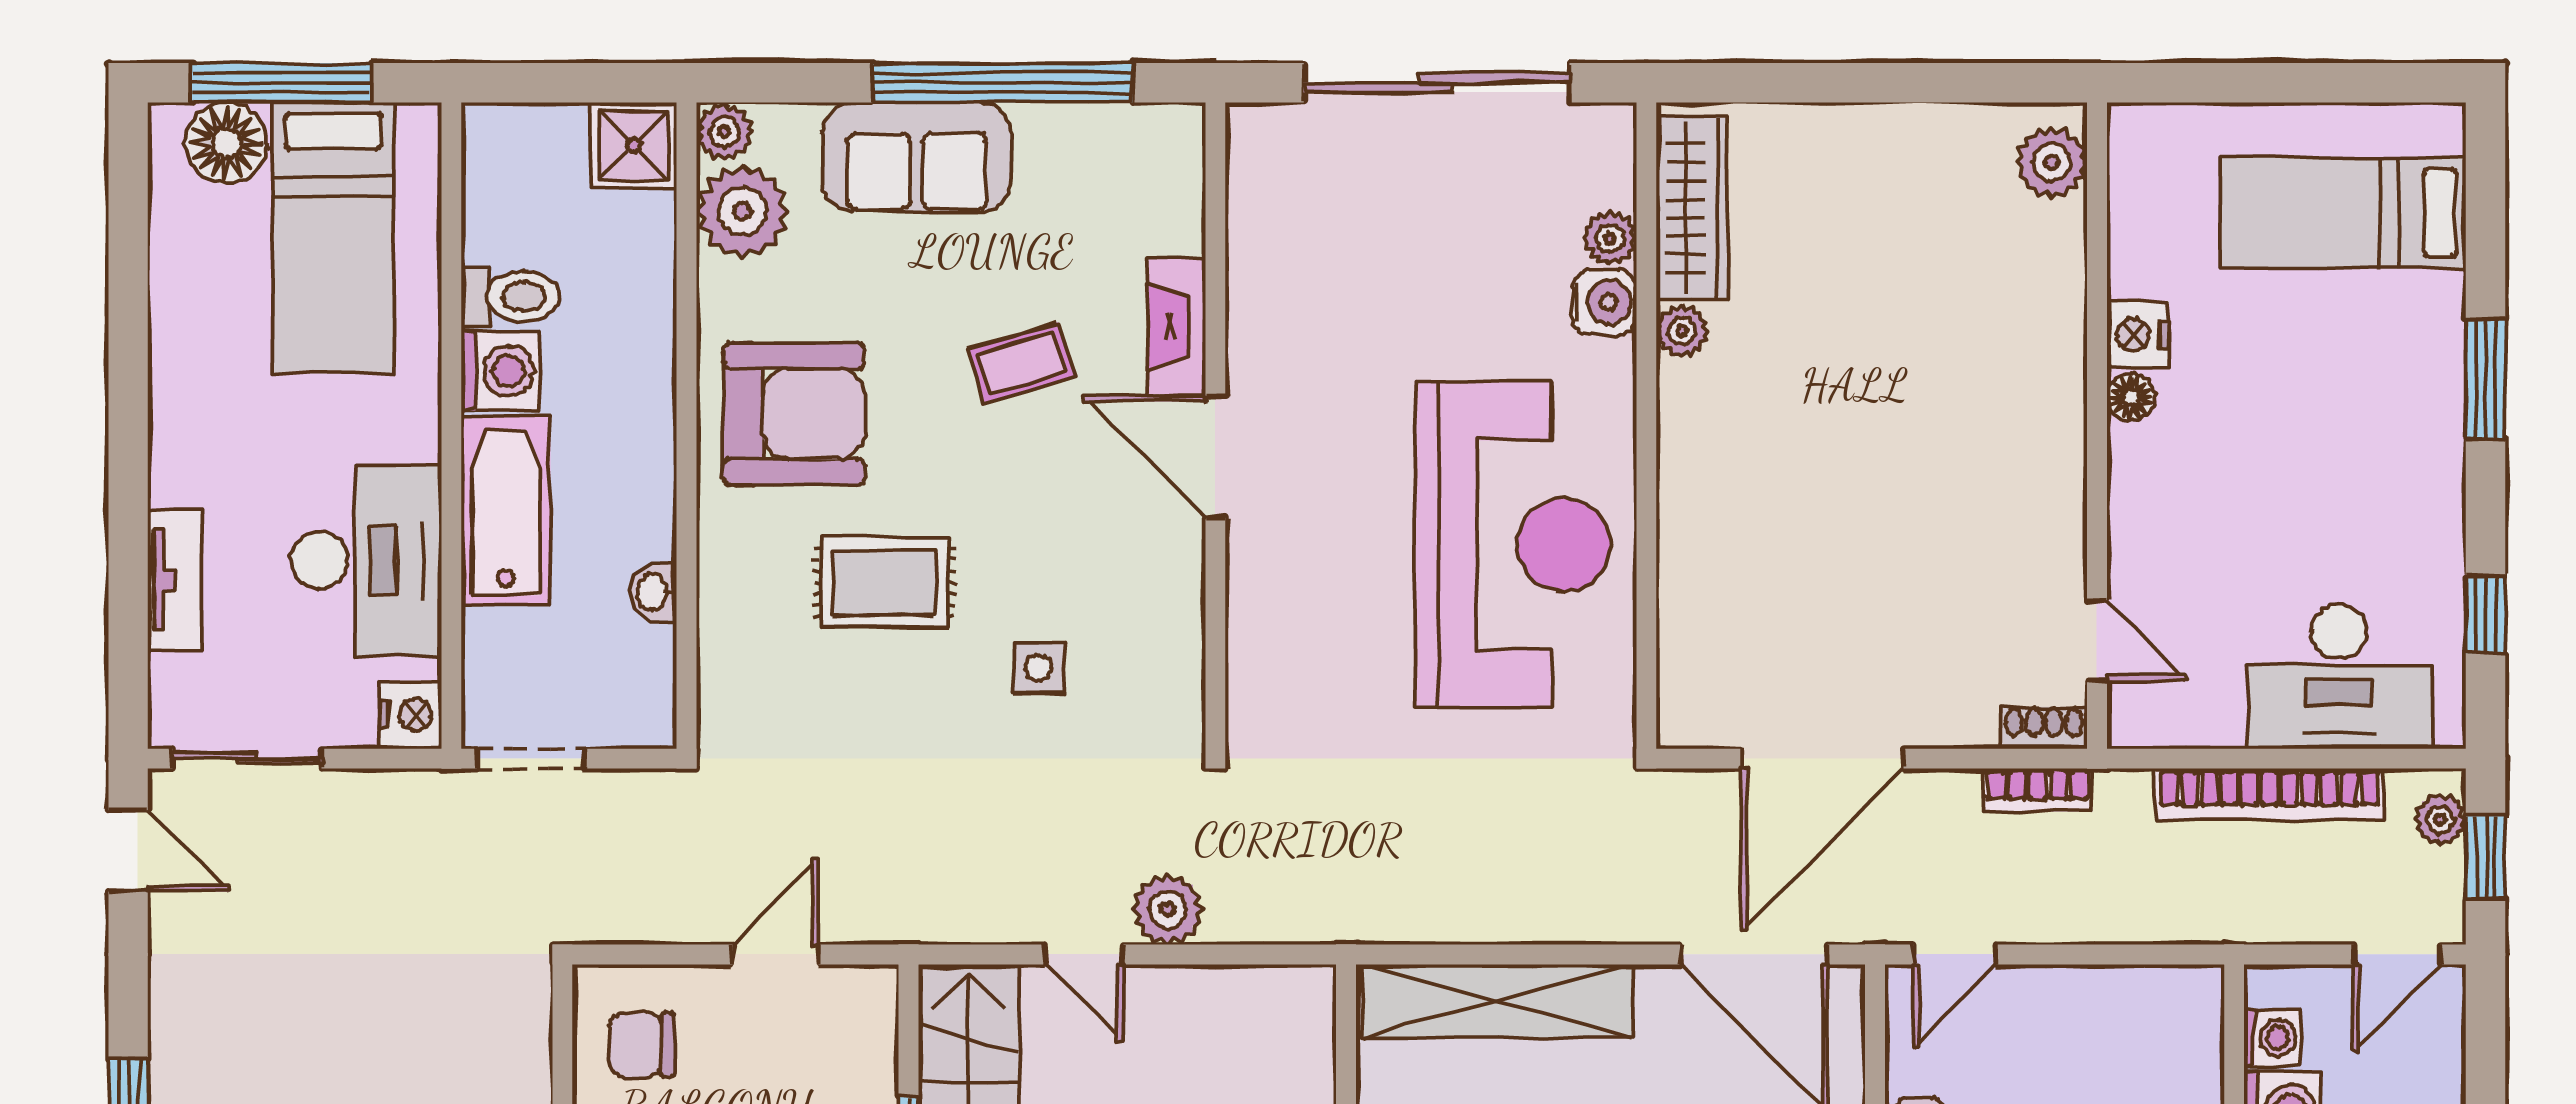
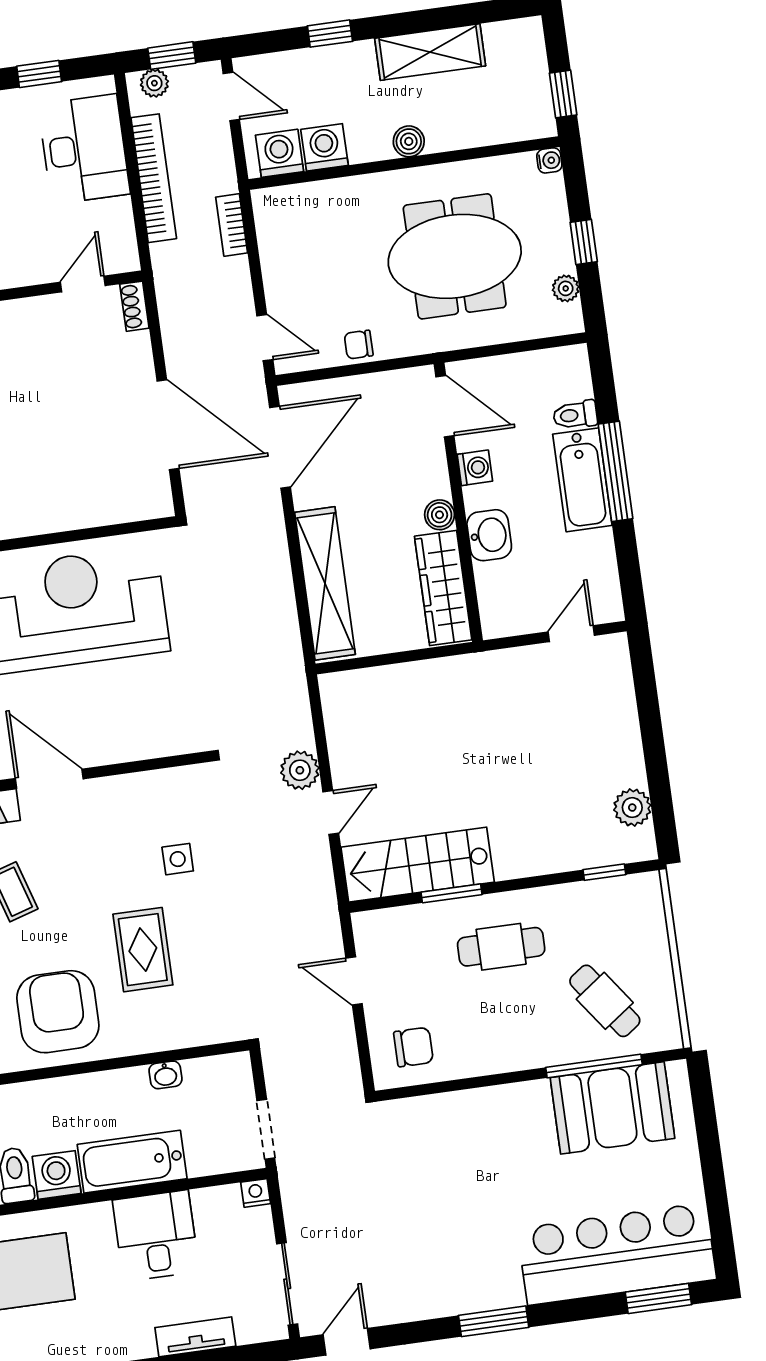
door: (1215, 457) -> (49, 779), swing flipped
desk: (366, 560) -> (156, 1236), width x0.73
nightstand: (410, 715) -> (256, 1193), width x0.72, depth x0.74
bookcase: (2038, 790) -> (232, 225), moved, turned 180
washing machine: (2272, 1038) -> (280, 153), width x1.38, depth x1.38
chair: (642, 1045) -> (414, 1047), turned -90

